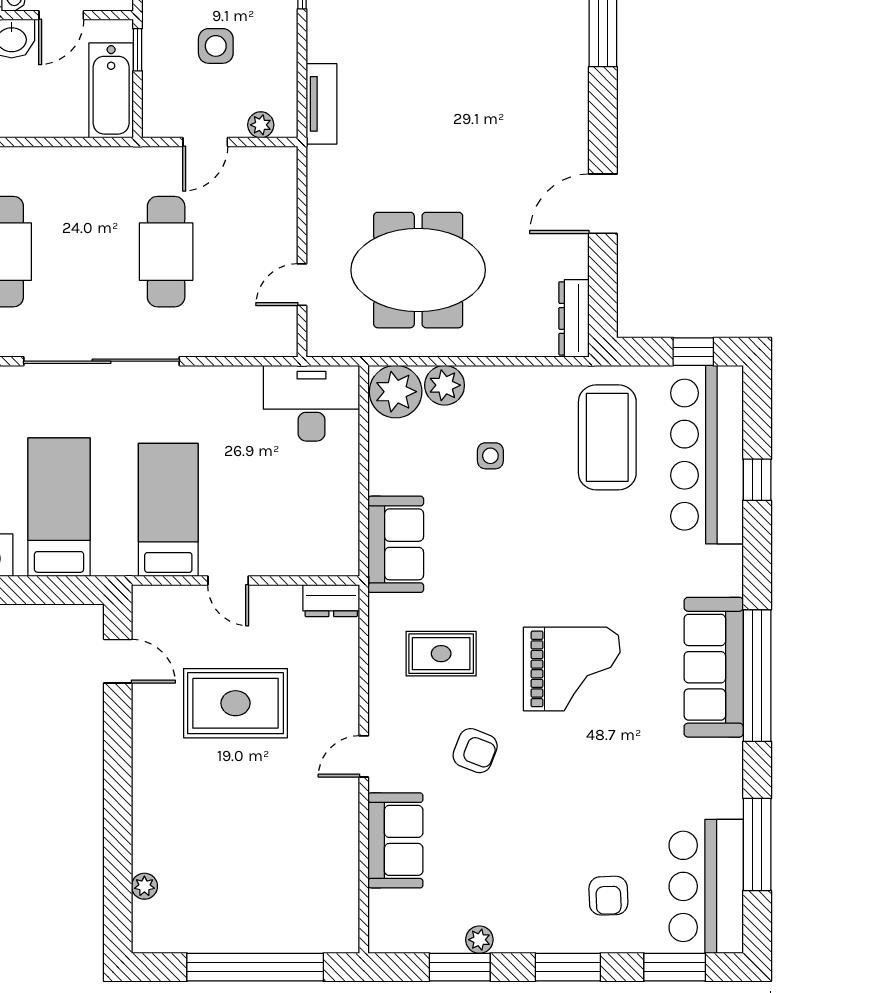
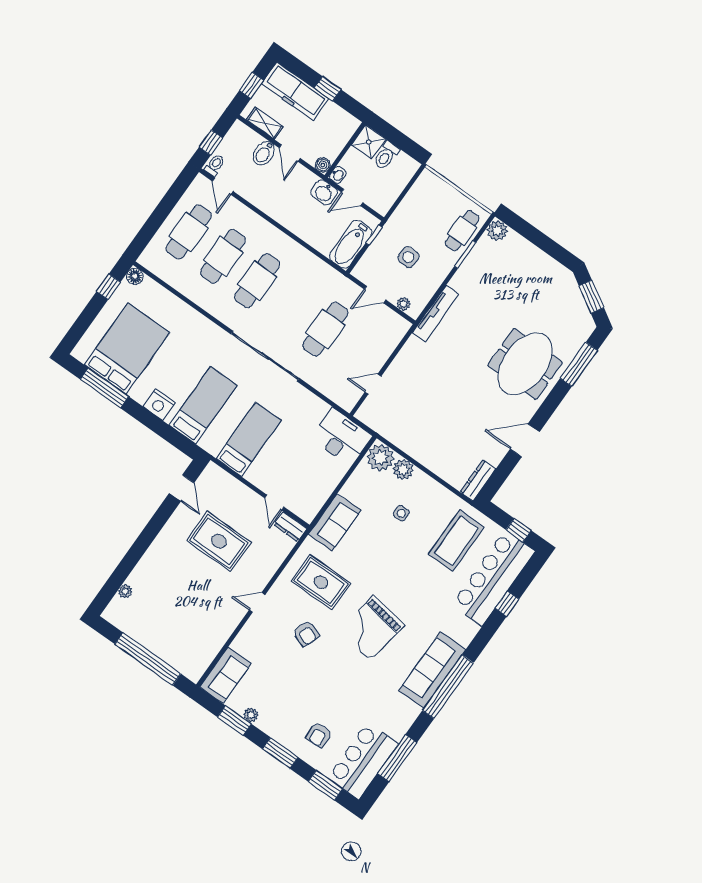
tv unit: (322, 104) -> (436, 313), width x1.41
meeting table: (418, 270) -> (525, 364), moved, turned 90
door: (228, 581) -> (274, 502), moved
rug: (441, 654) -> (321, 582), width x1.36, depth x1.43
grand piano: (572, 669) -> (372, 628), turned 99
sofa: (395, 840) -> (226, 675), moved

